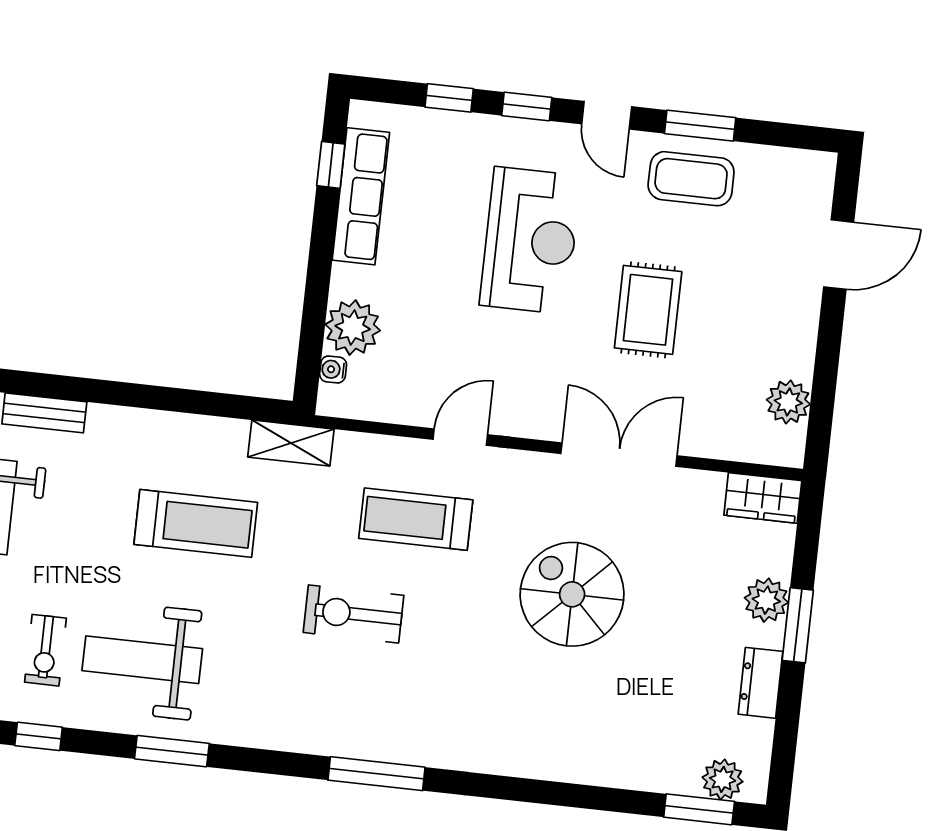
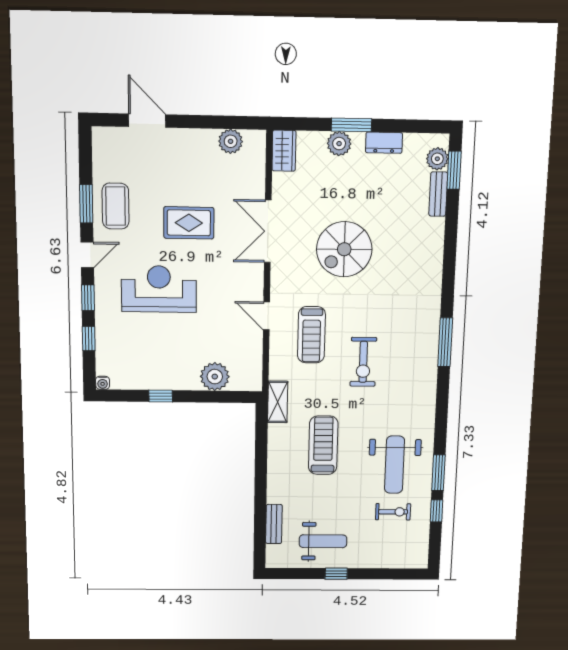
window: (331, 165) -> (161, 396), moved
row of seats: (361, 196) -> (146, 379), removed
water cooler: (333, 369) -> (103, 383), moved
window: (172, 751) -> (438, 473), moved
bench: (658, 777) -> (438, 194), added

